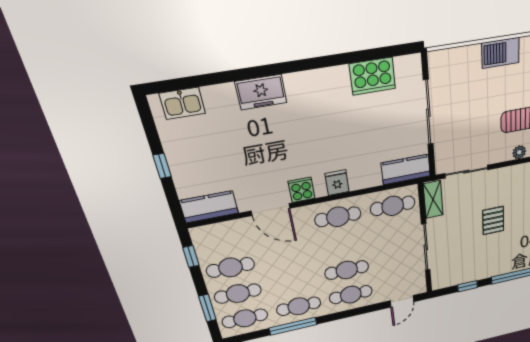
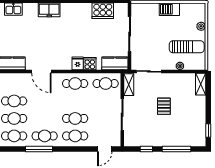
cooker: (302, 190) -> (90, 64), moved

